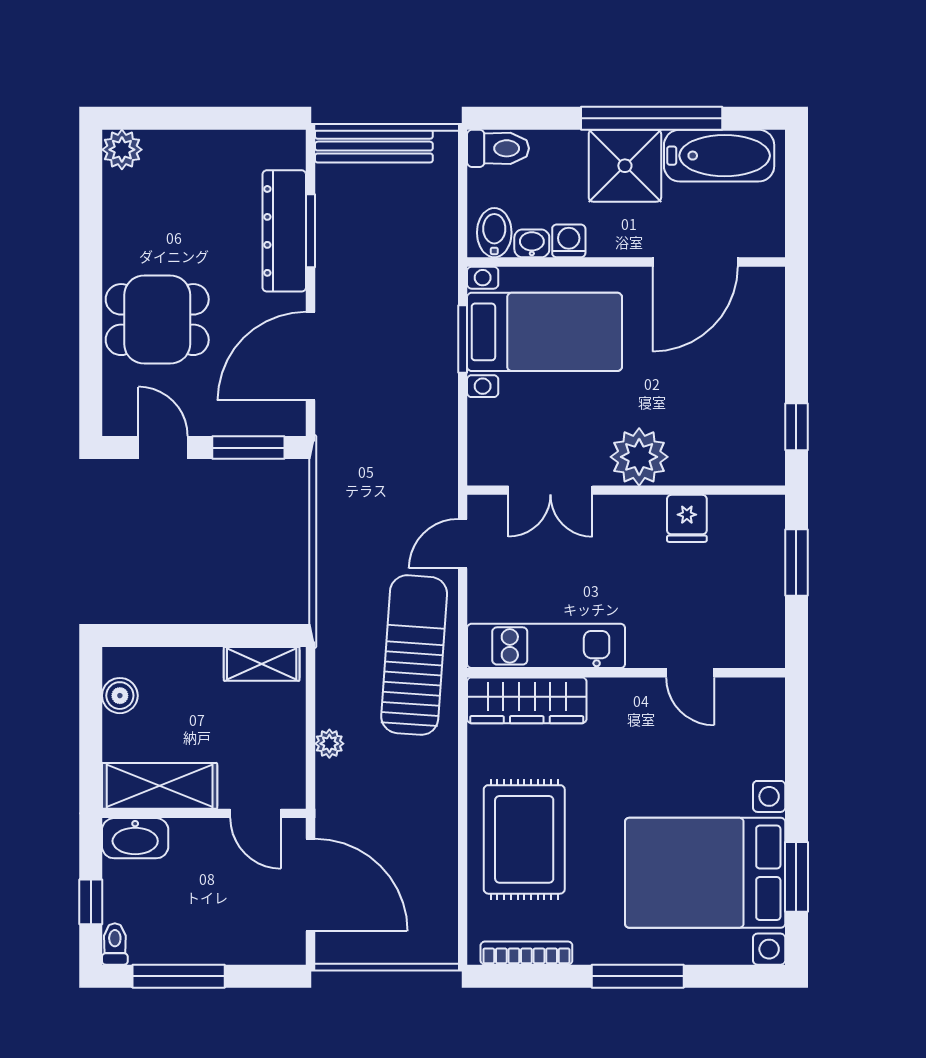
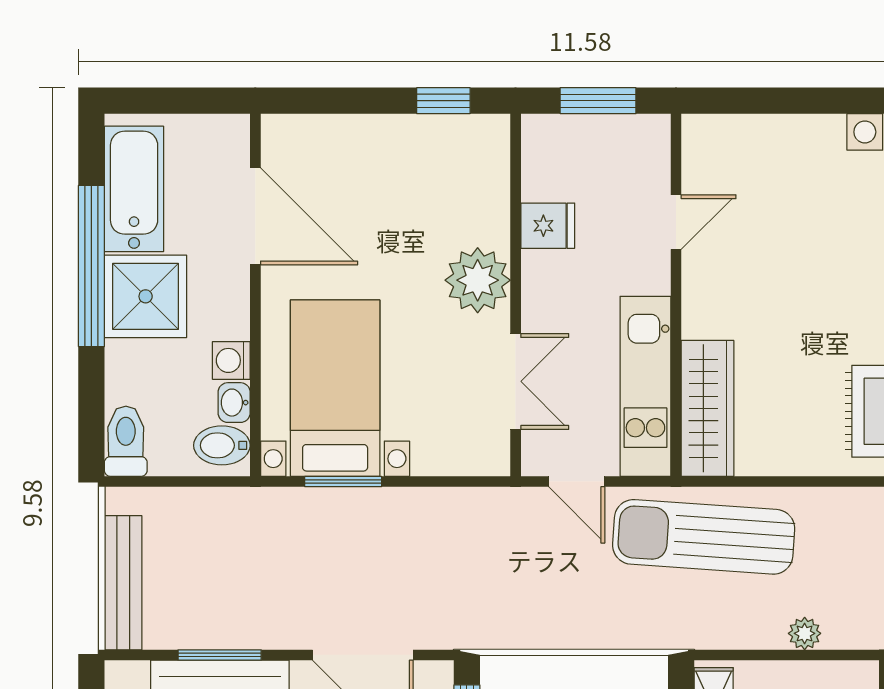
kitchen unit: (546, 646) -> (645, 386), moved
wall: (626, 673) -> (676, 295), moved
door: (690, 673) -> (676, 222), moved
wardrobe: (527, 700) -> (708, 408), moved

